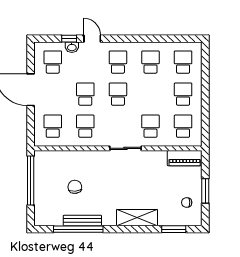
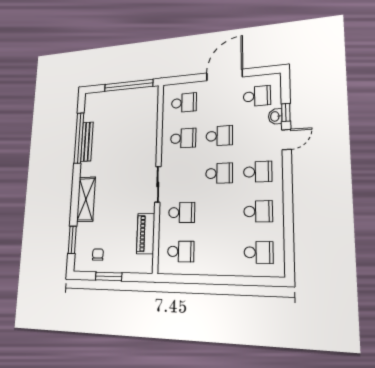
school desk: (183, 94) -> (219, 252), removed
piano: (185, 158) -> (146, 234), moved
chair: (75, 187) -> (120, 131), removed

